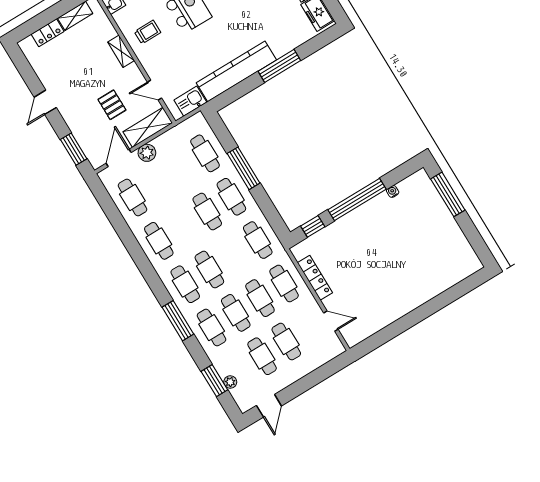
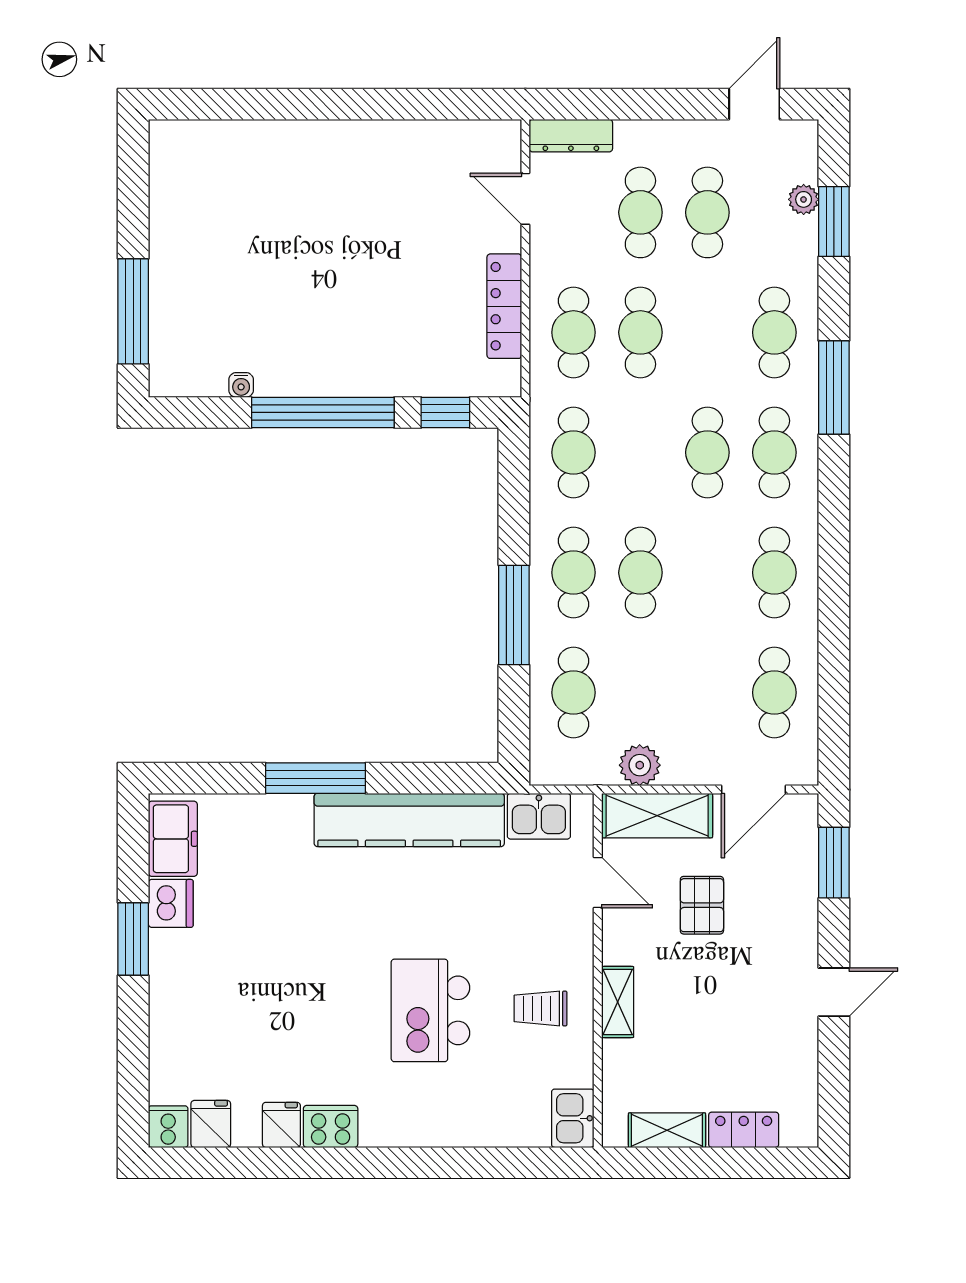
plant: (147, 153) -> (640, 765), moved
cafe table: (236, 313) -> (707, 332), removed
dresser: (328, 354) -> (571, 136), added

